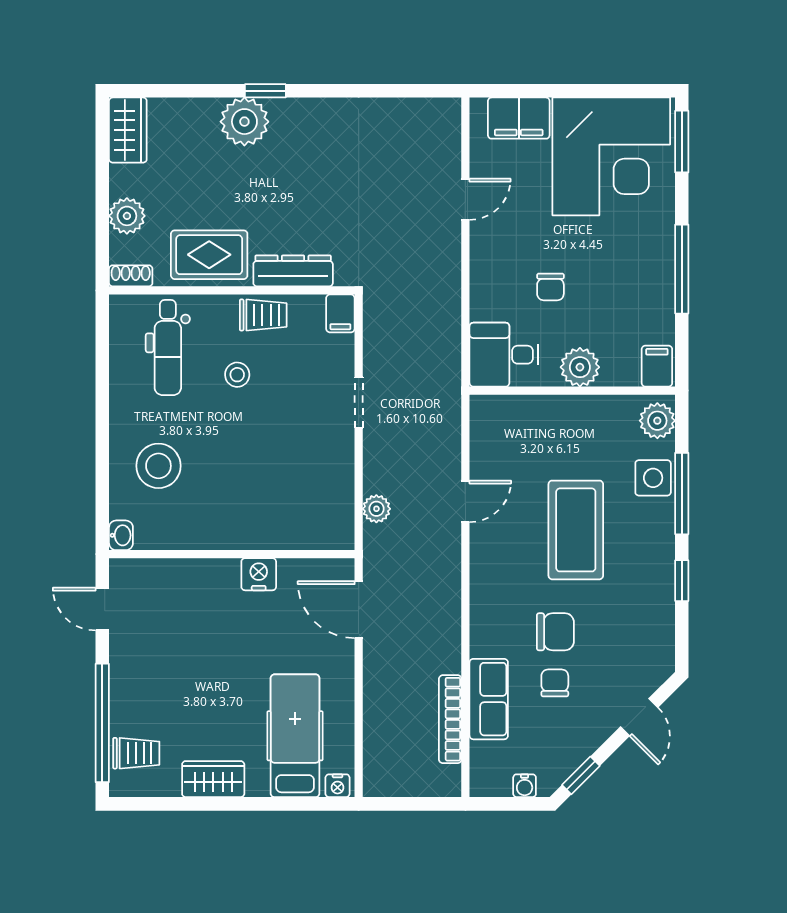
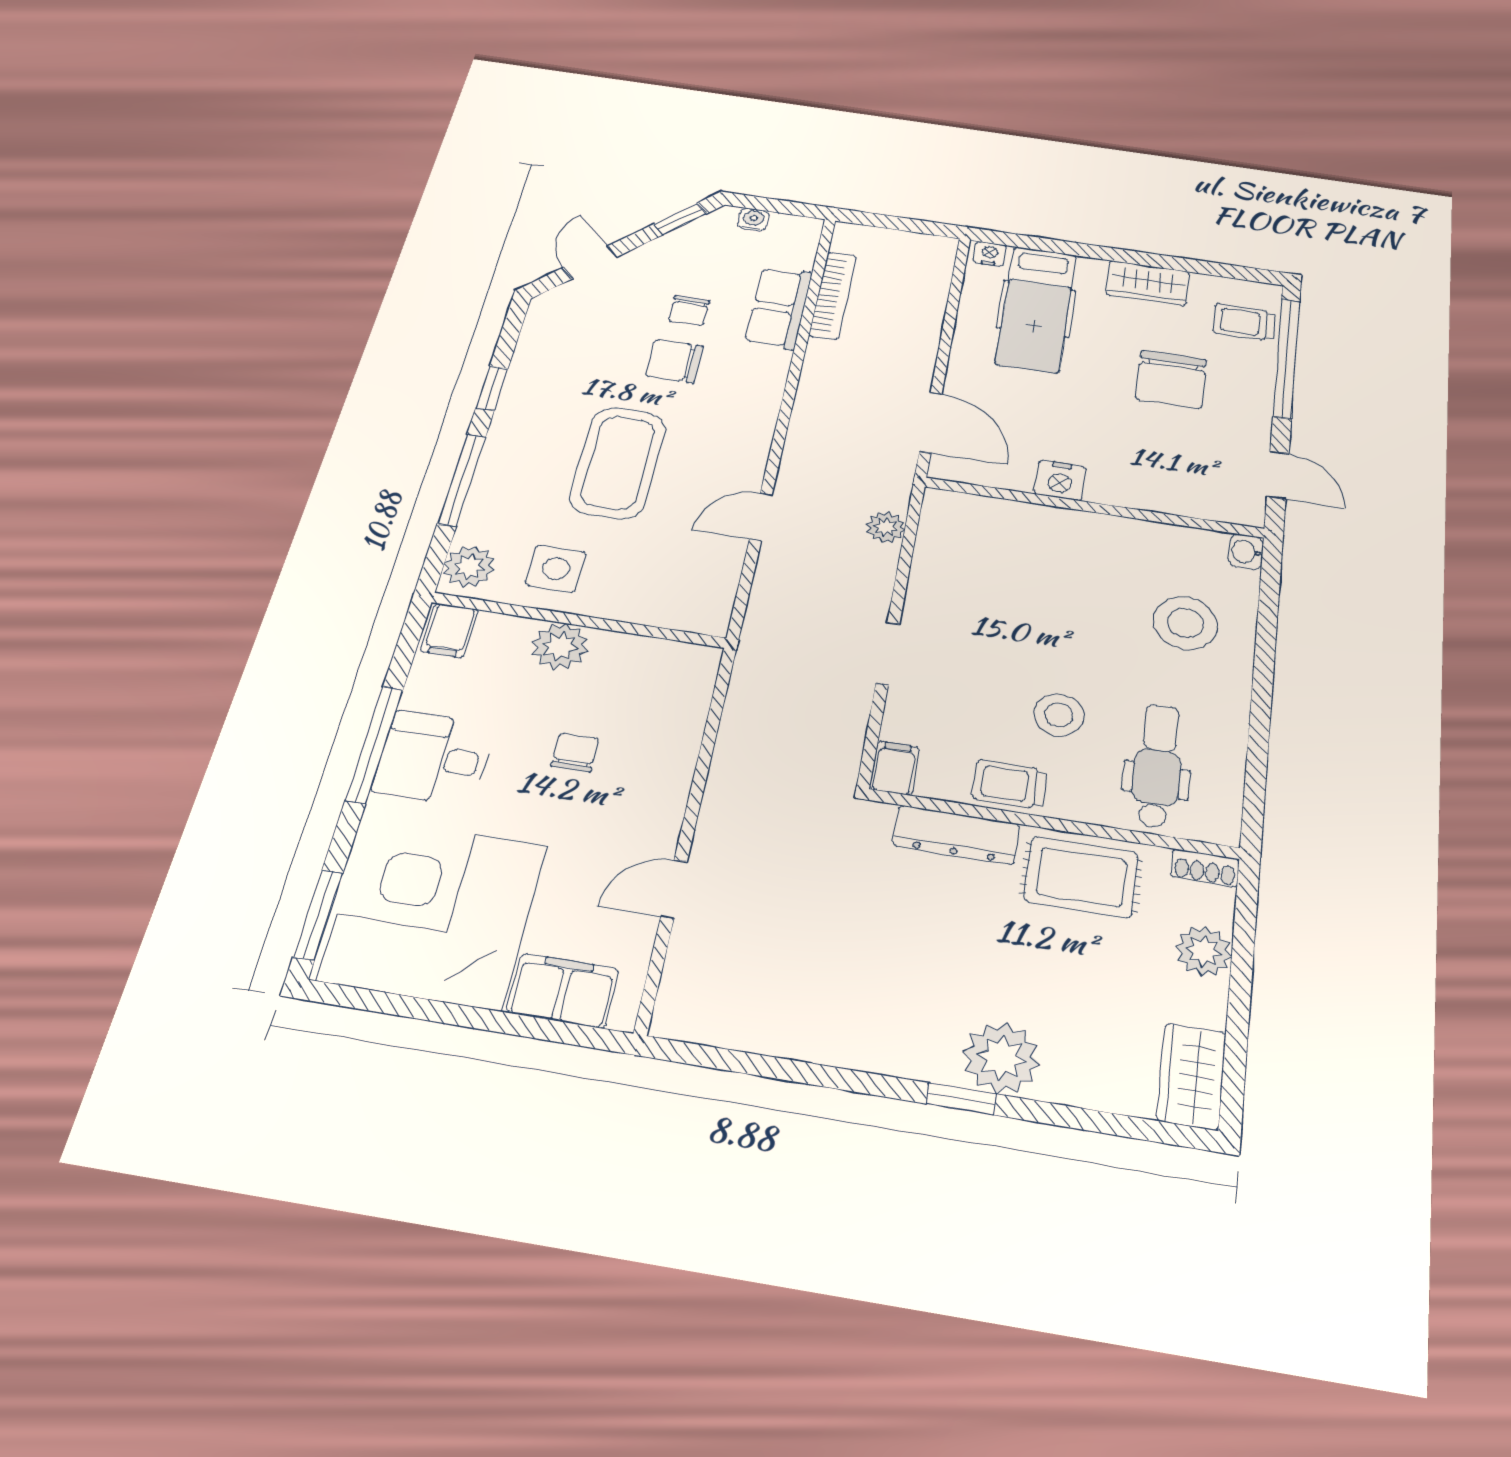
desk: (504, 355) -> (434, 758), moved, turned 180
stool: (237, 375) -> (1059, 715), width x1.37, depth x1.37
side table: (653, 478) -> (556, 569), moved
chair: (187, 685) -> (1171, 379), added

